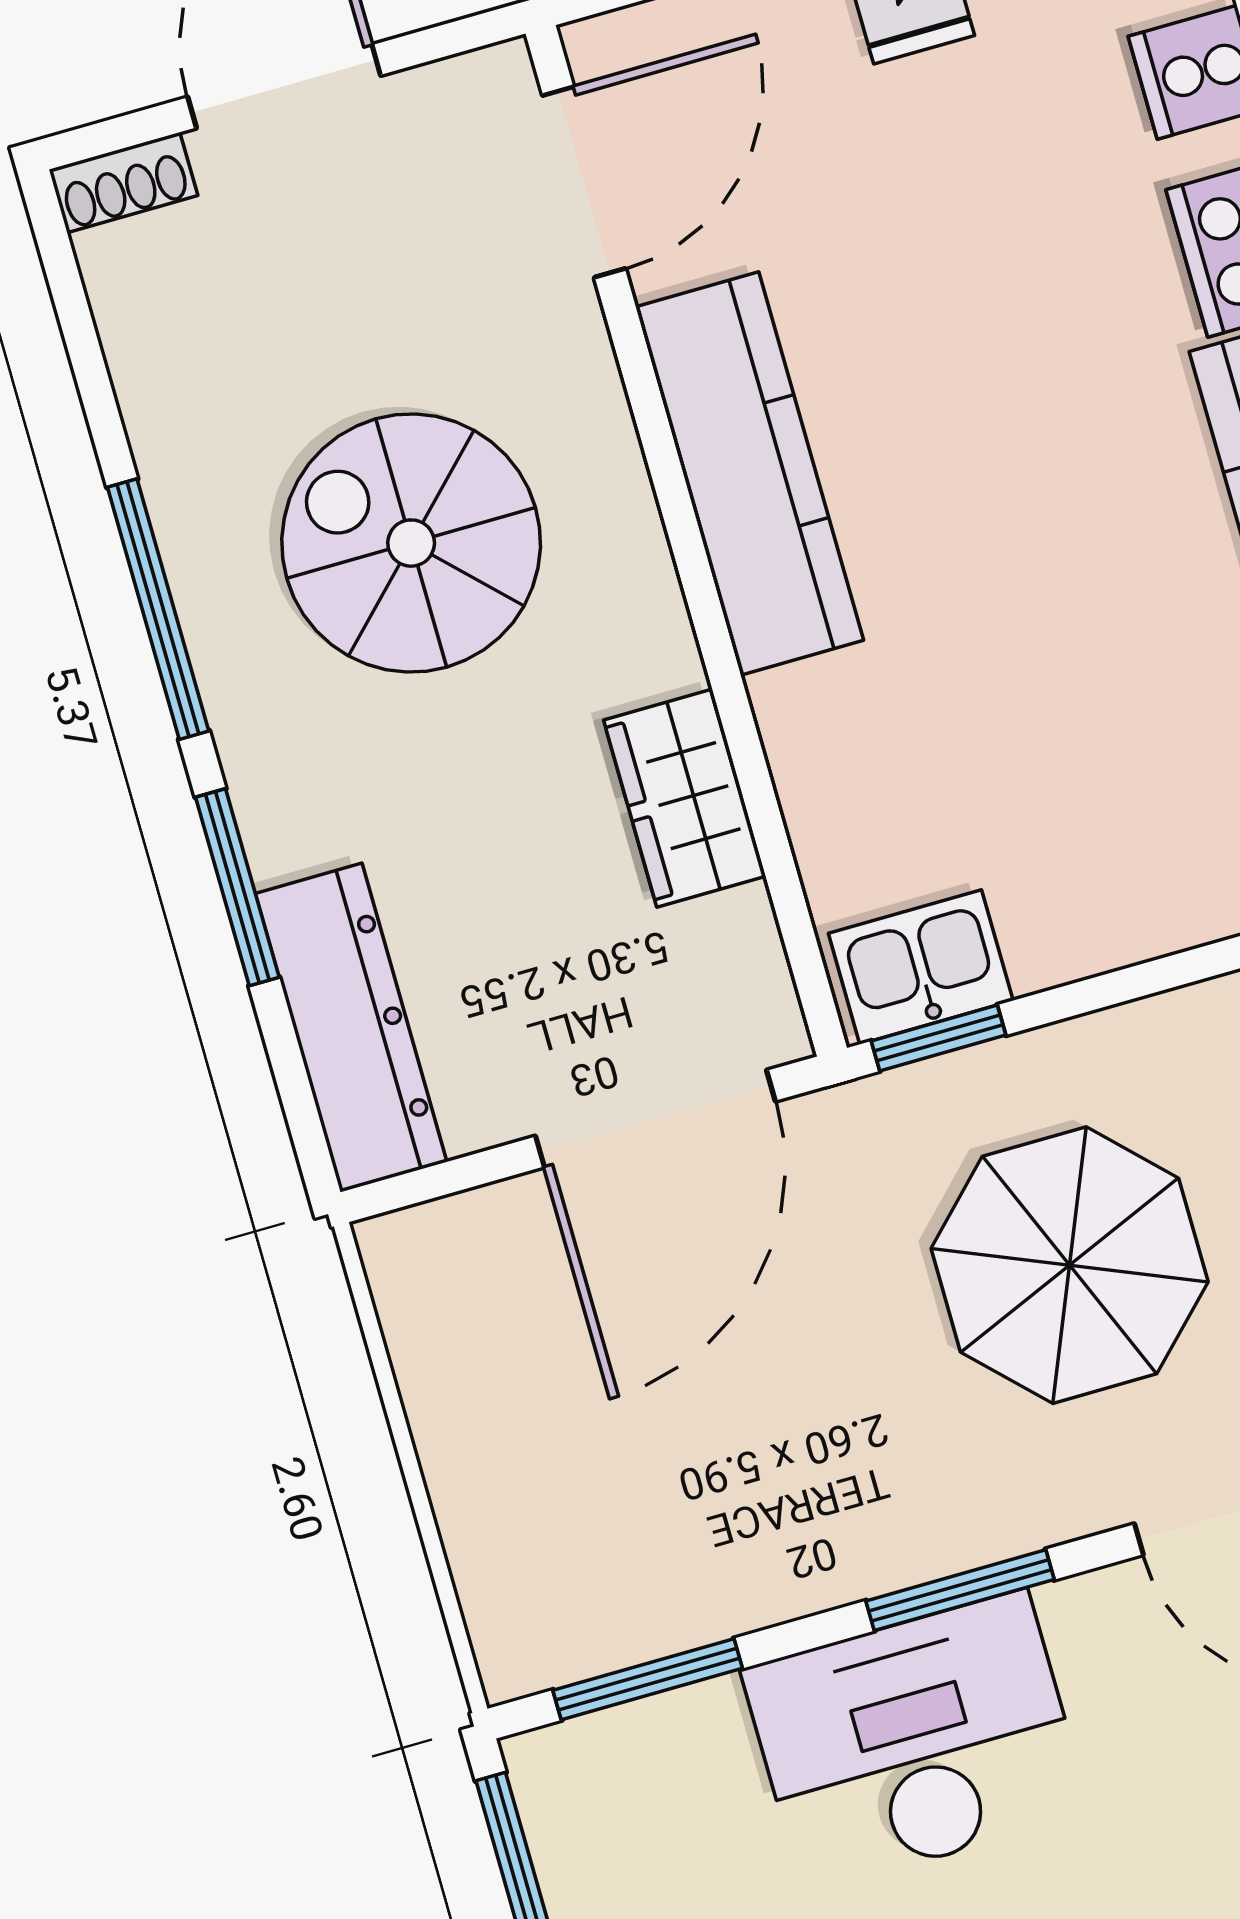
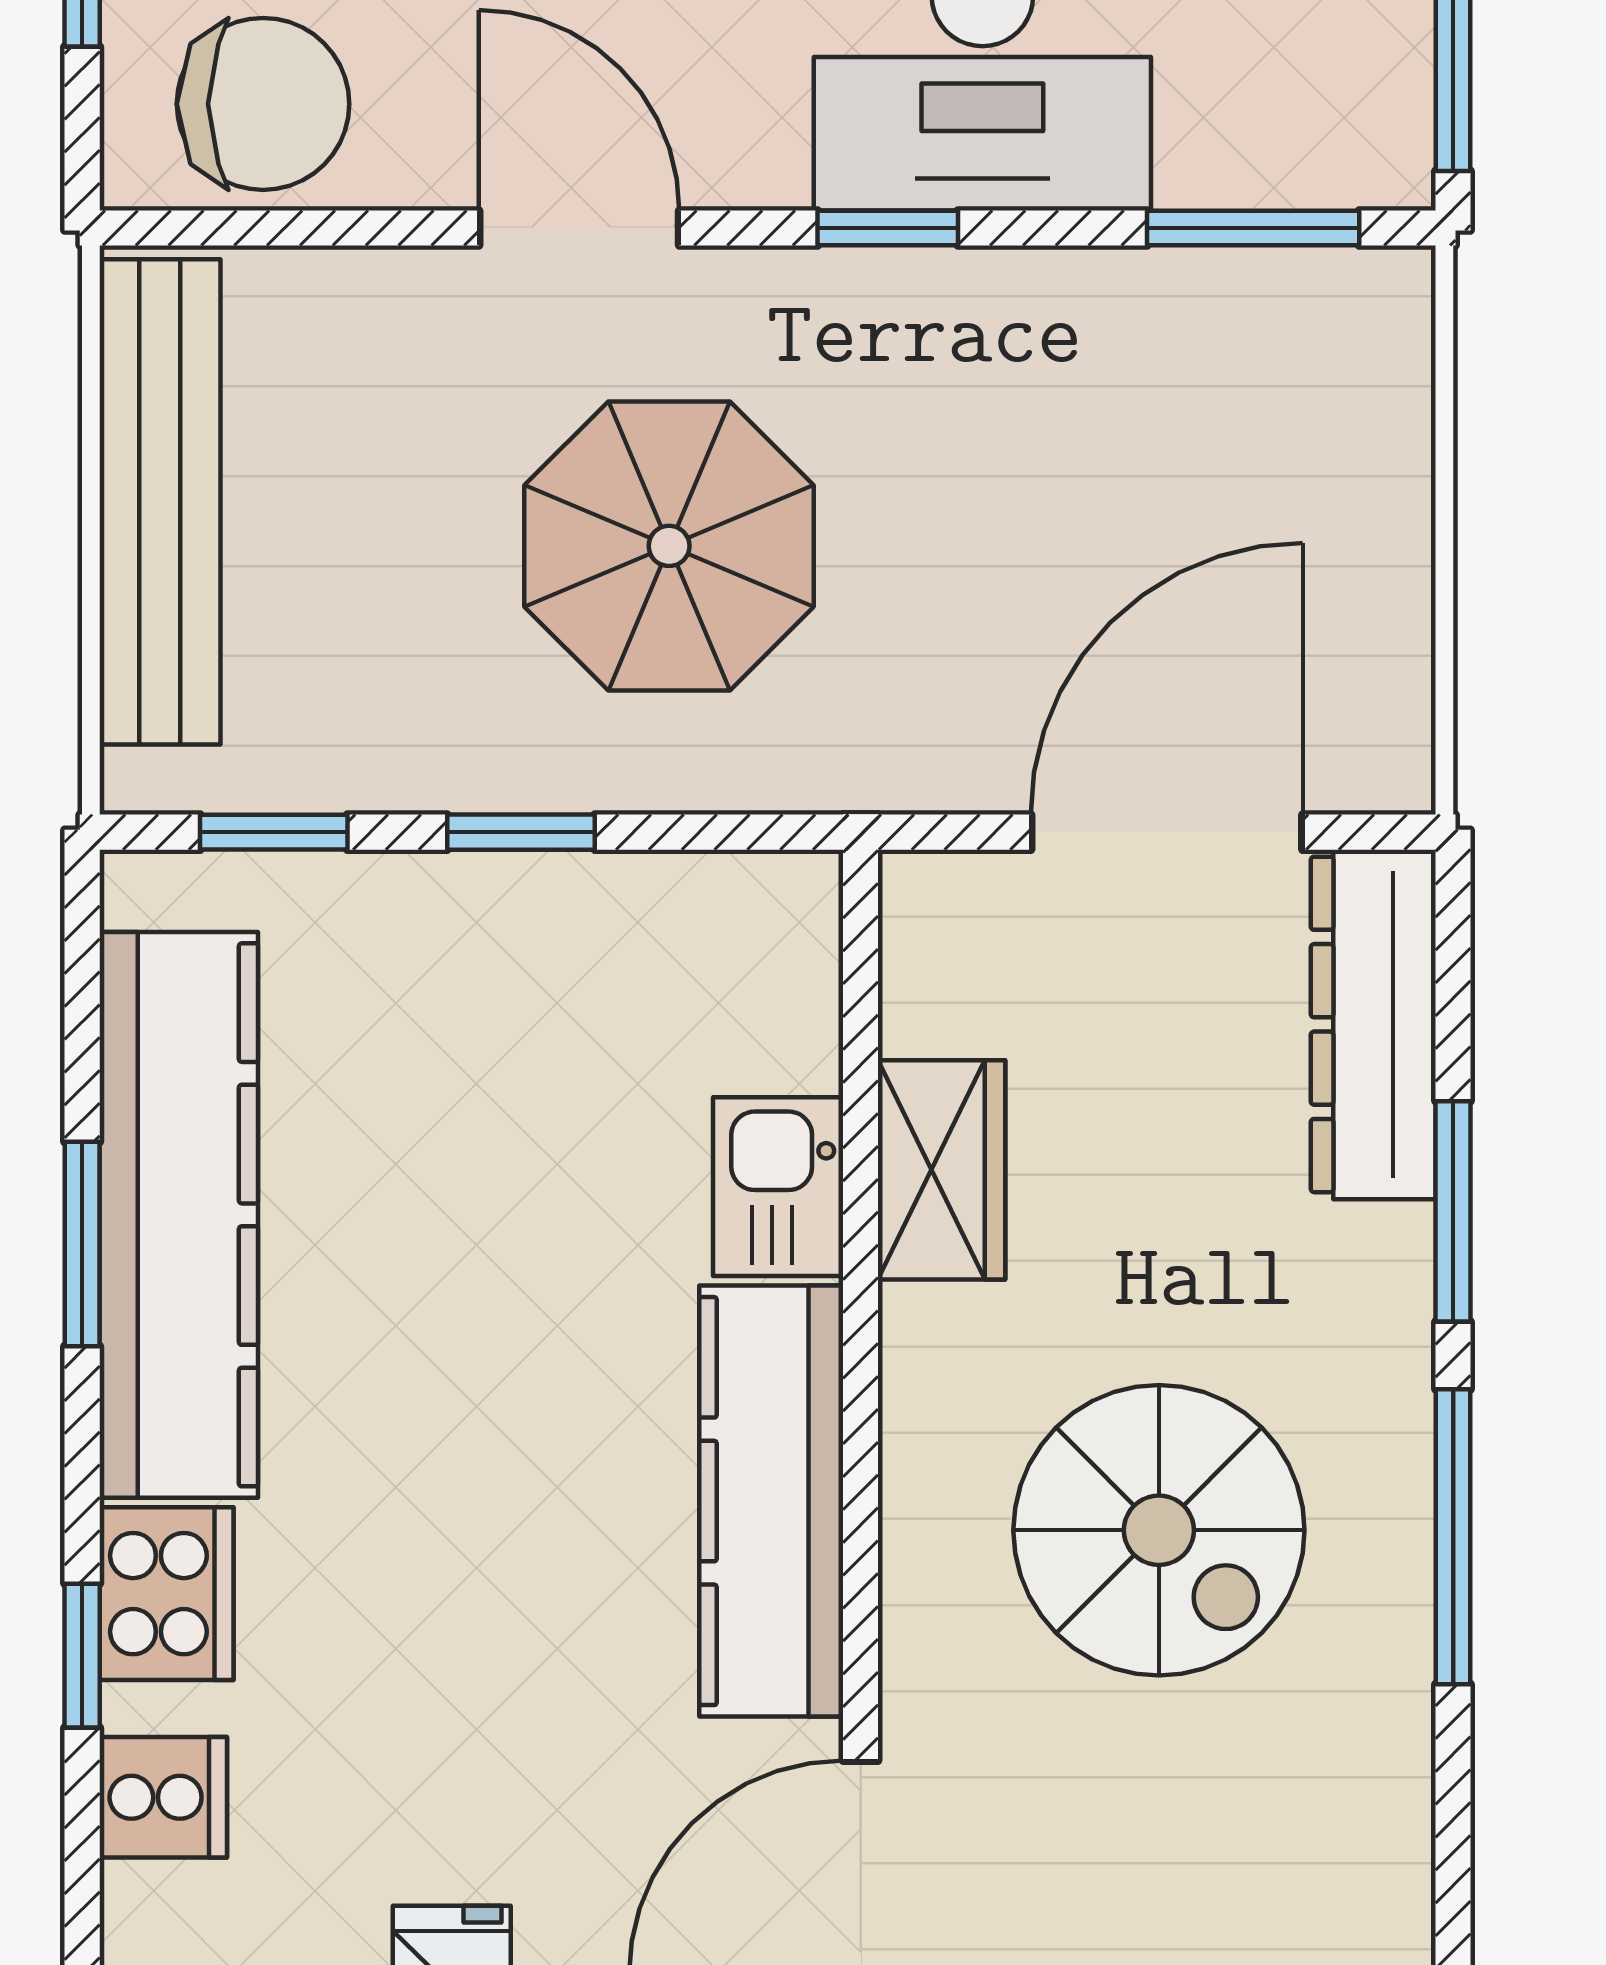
kitchen sink: (921, 967) -> (778, 1187), moved, turned 90
window: (938, 1038) -> (521, 832), moved
door: (655, 1119) -> (1167, 832), moved
window: (960, 1590) -> (888, 228), width x0.67

